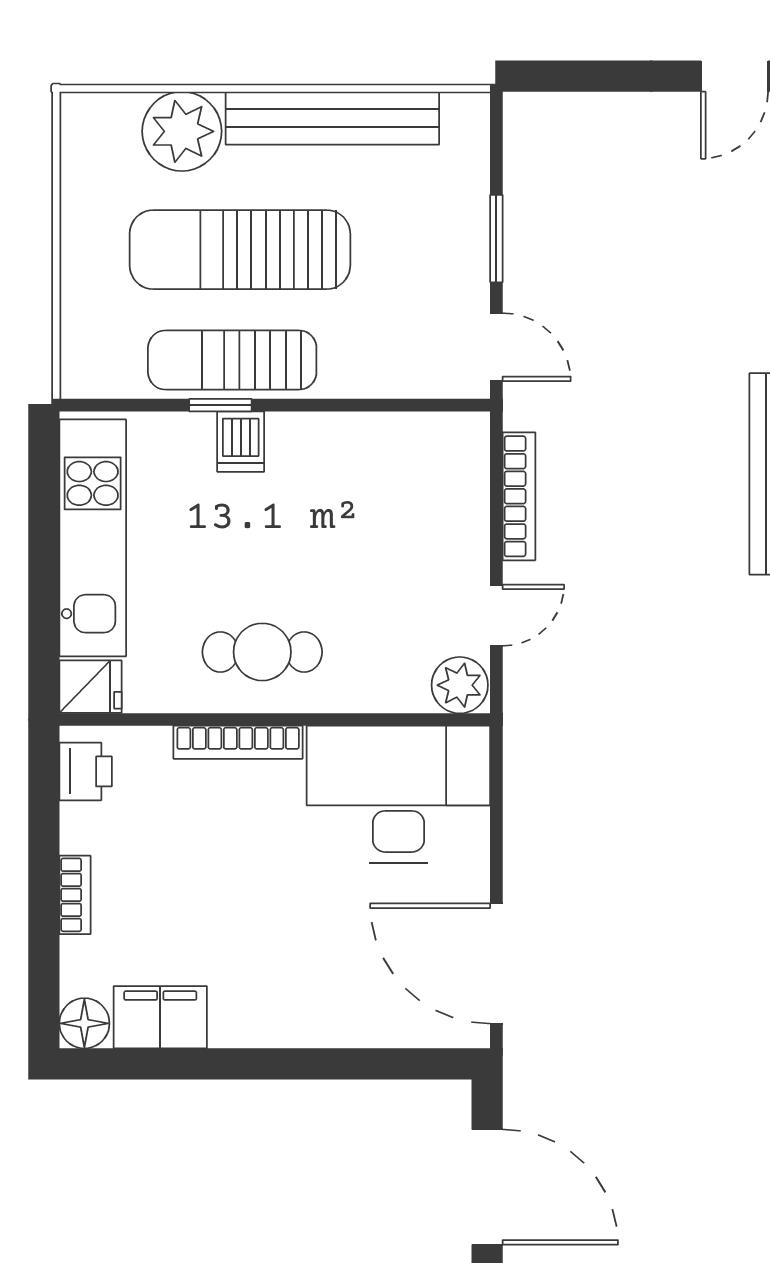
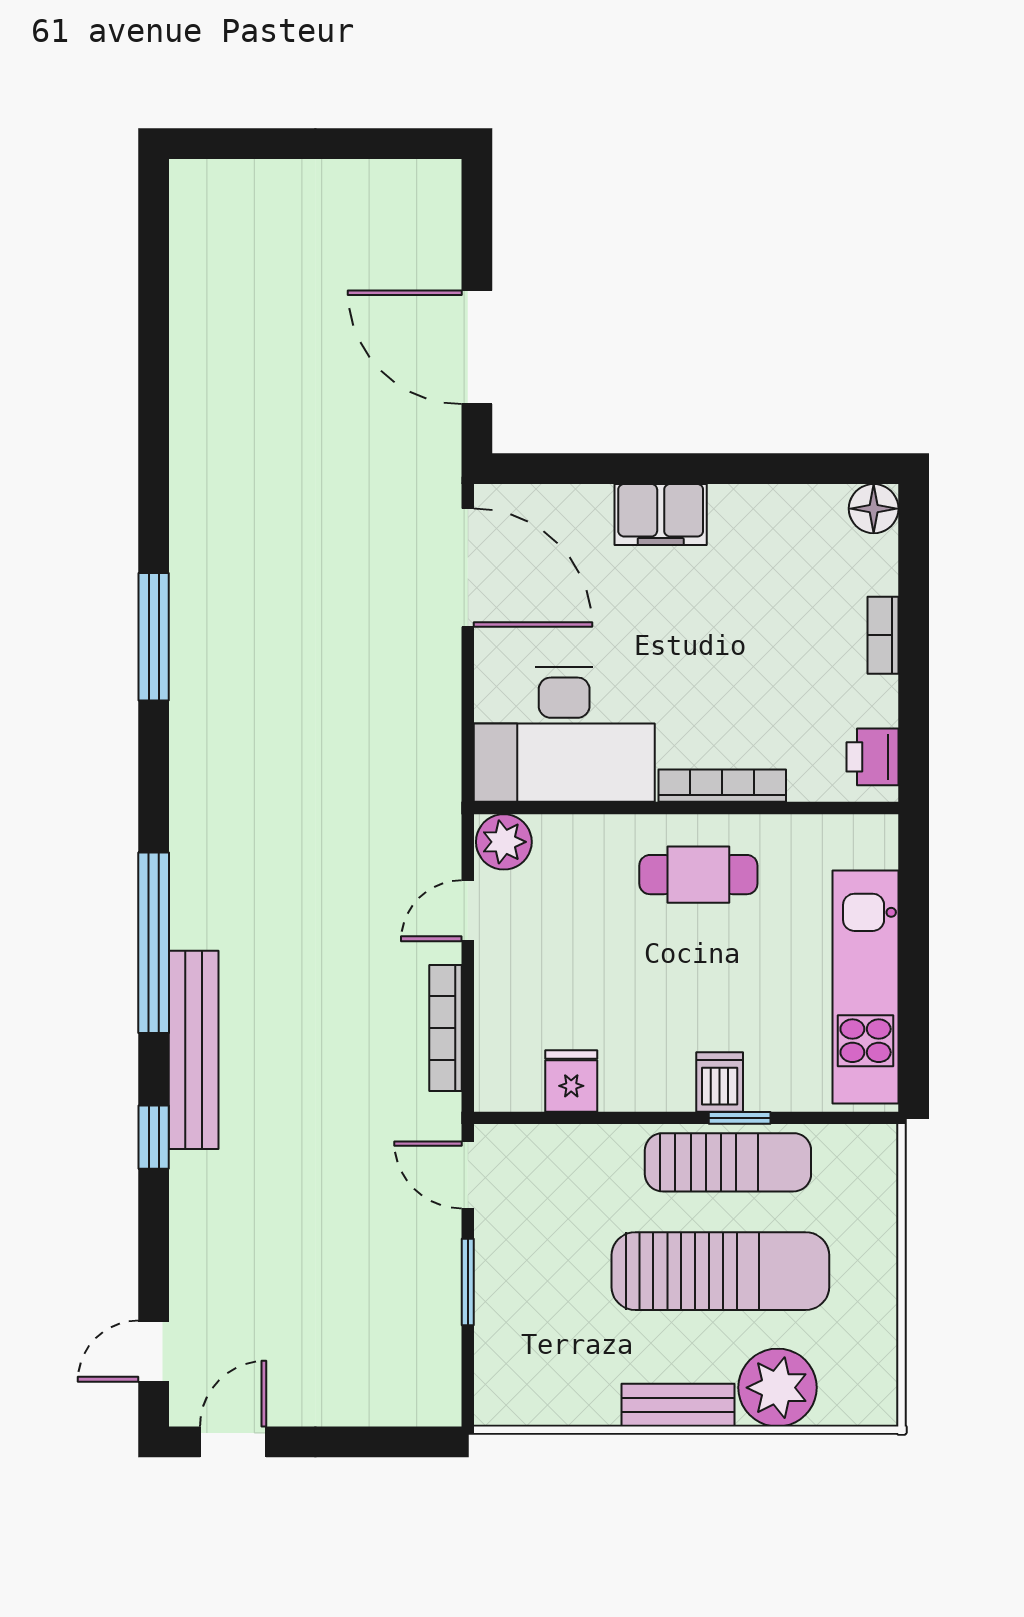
bench: (332, 118) -> (678, 1405), width x0.54, depth x0.82
fridge: (90, 687) -> (571, 1081), moved, turned 90
filing cabinet: (160, 1017) -> (661, 515), moved

